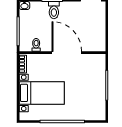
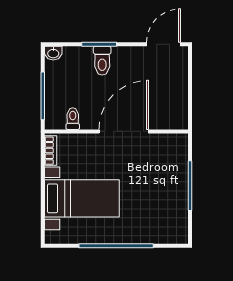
door: (67, 53) -> (124, 131), hinge flipped

